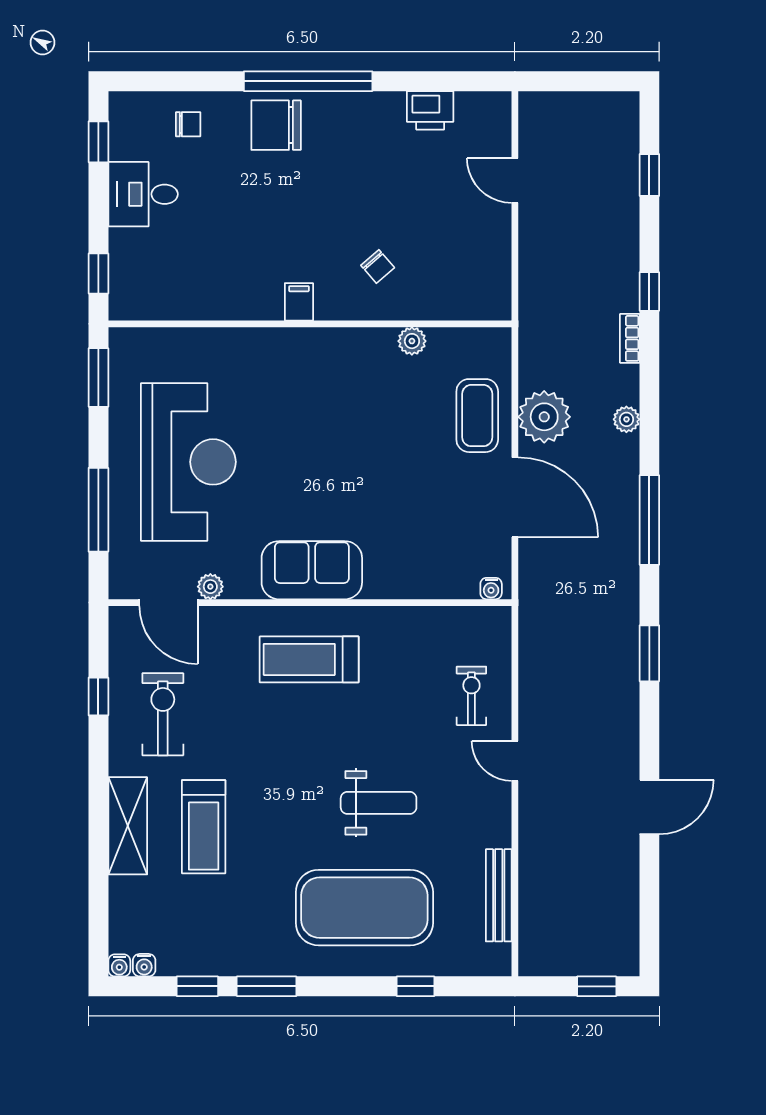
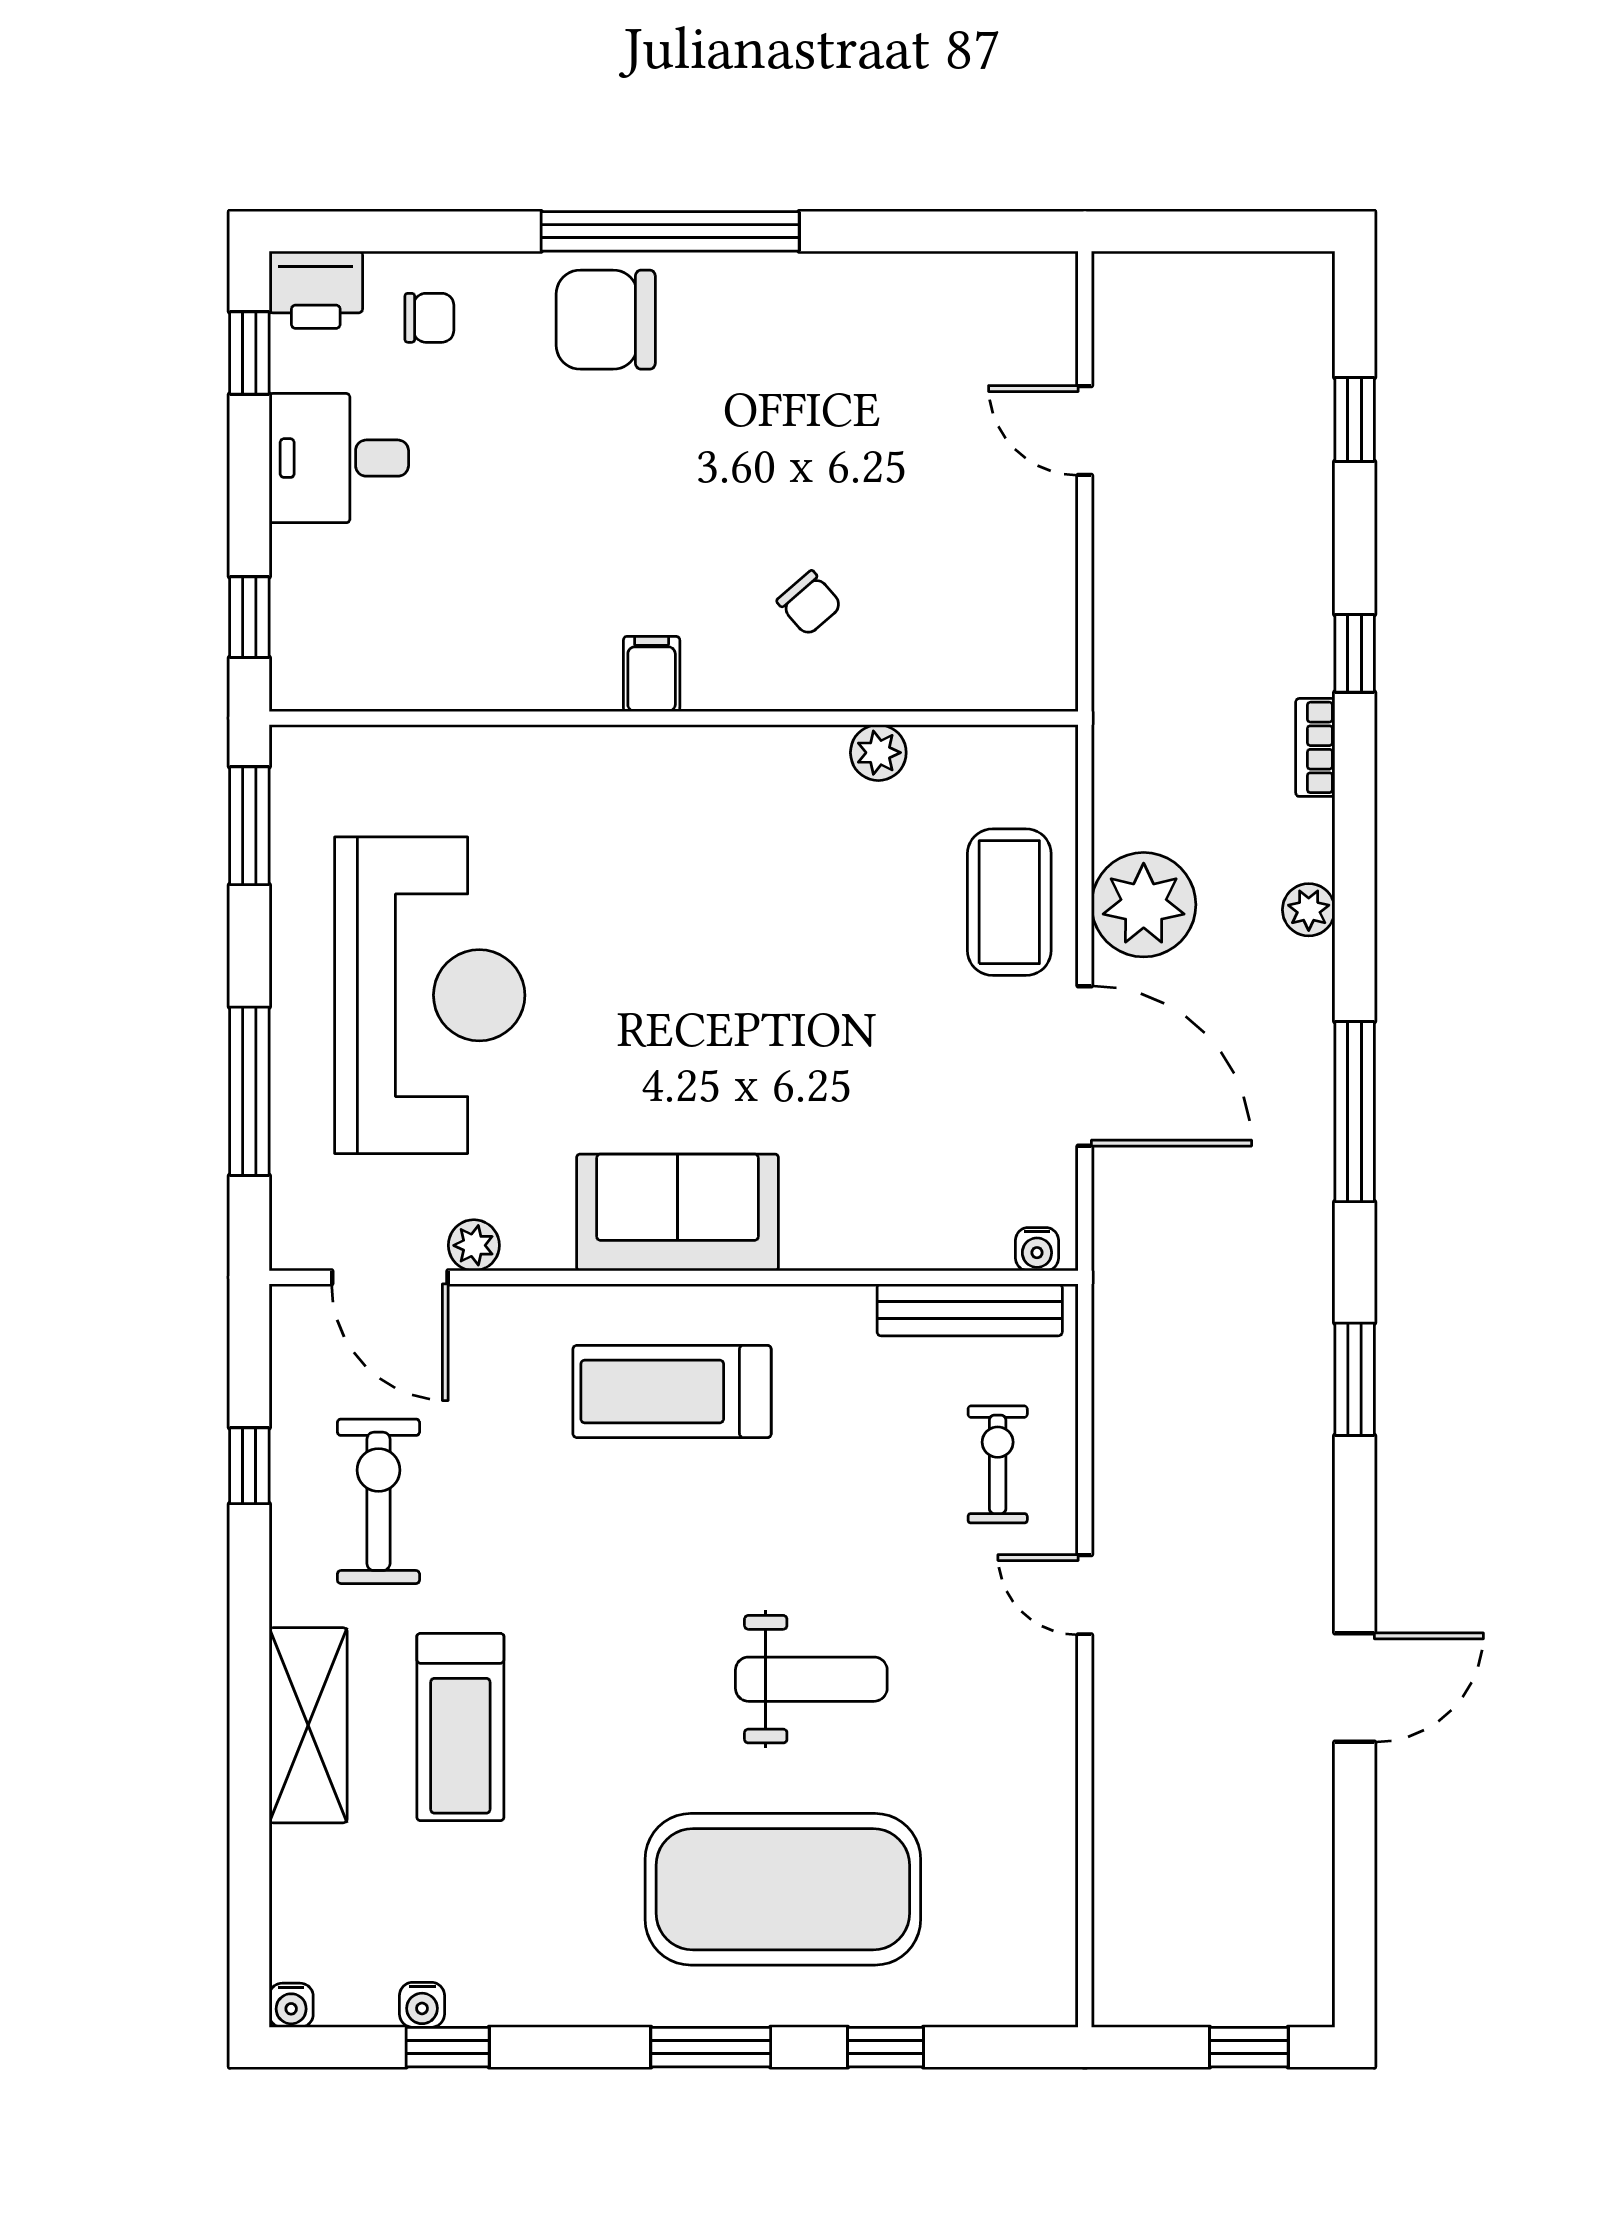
printer: (430, 110) -> (316, 290), moved
bench: (499, 895) -> (970, 1310), moved, turned 90
water cooler: (144, 965) -> (422, 2005), moved
window: (267, 986) -> (711, 2047), moved

